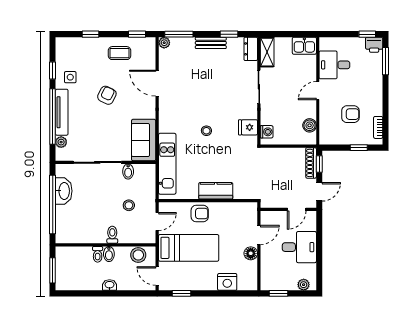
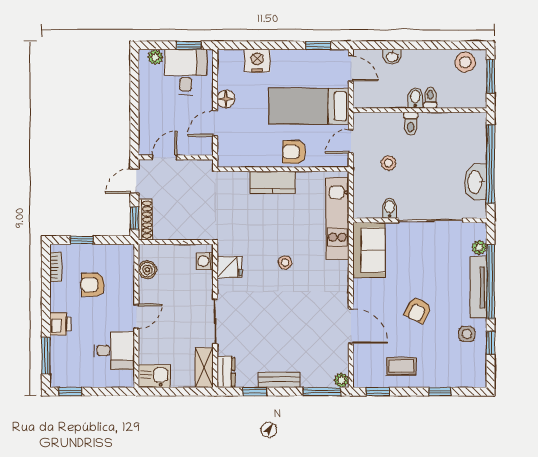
printer: (374, 45) -> (60, 324), moved, turned 90
desk: (299, 247) -> (186, 72), moved, turned 90
stool: (138, 255) -> (465, 62), moved
washbasin: (110, 285) -> (392, 57), moved

